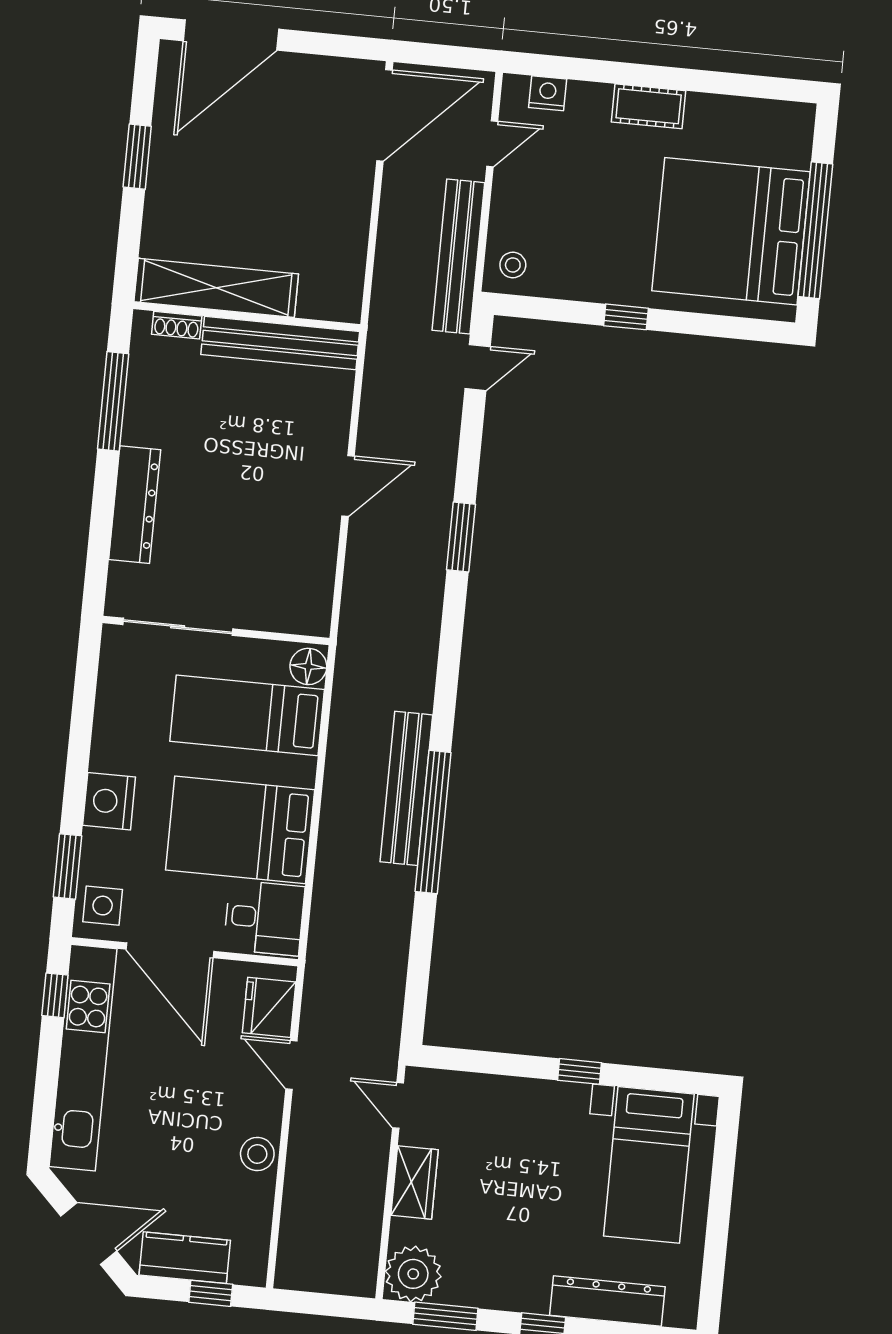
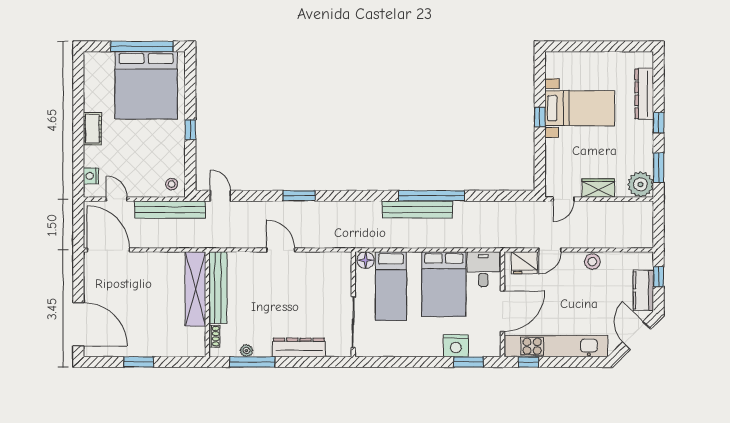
shelving: (216, 288) -> (195, 289), moved
plant: (139, 391) -> (246, 350), added
nightstand: (109, 801) -> (456, 346), moved
side table: (103, 906) -> (485, 344), removed
bed with nightstands: (649, 1165) -> (580, 108), moved

